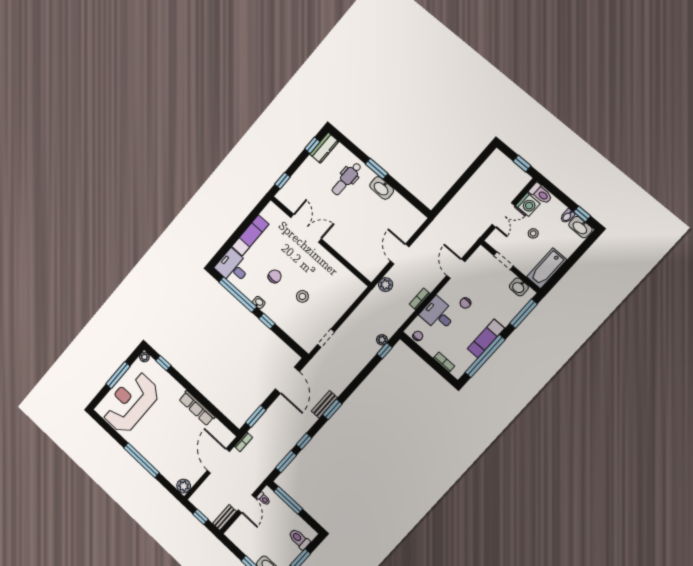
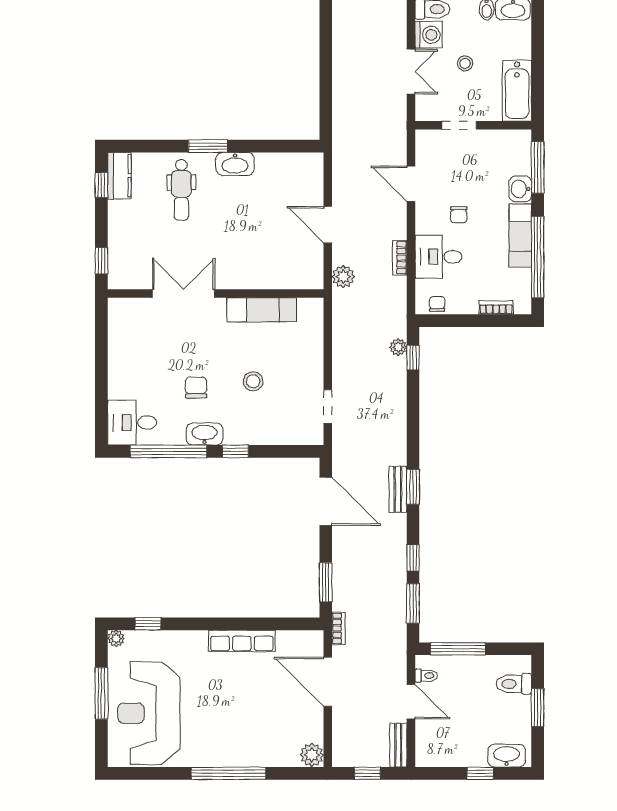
exam couch: (250, 235) -> (262, 310), moved, turned 90
washbasin: (519, 287) -> (520, 189), moved, turned 90
washbasin: (259, 302) -> (205, 434), width x1.91, depth x1.45

